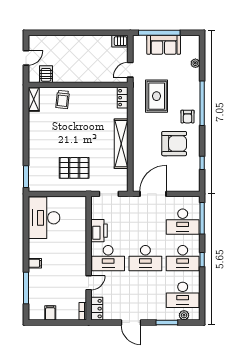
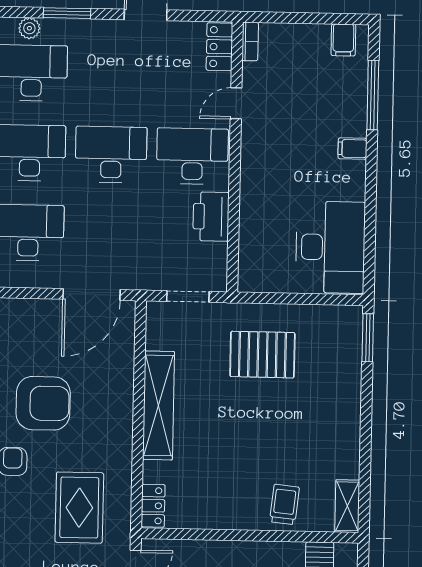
armchair: (174, 144) -> (43, 403), turned 180
filing cabinet: (50, 313) -> (343, 40), moved

